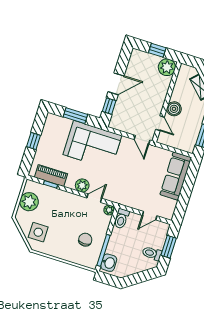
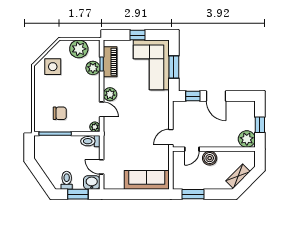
corner sofa: (92, 145) -> (151, 65), moved
plant: (52, 194) -> (93, 68), added
washbasin: (109, 263) -> (92, 182), moved, turned 180

